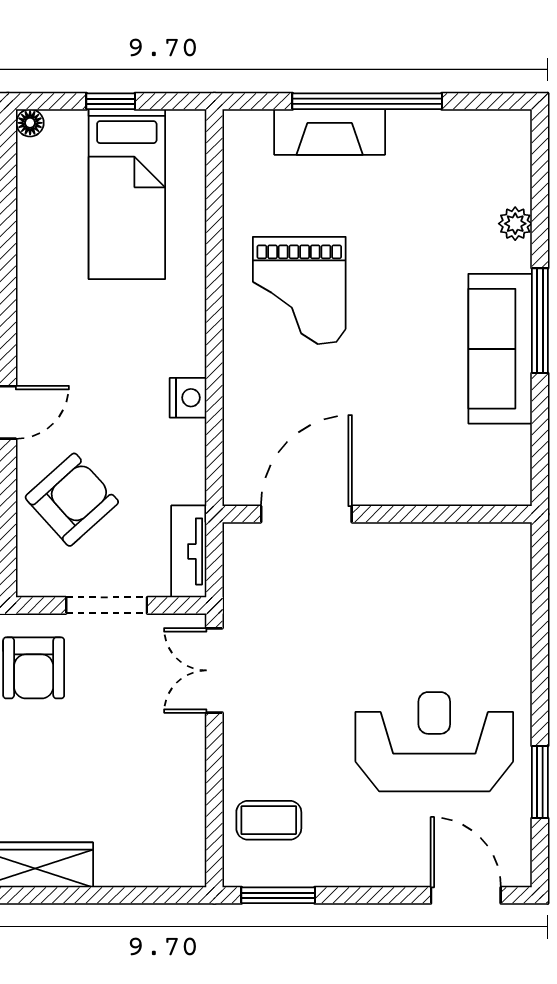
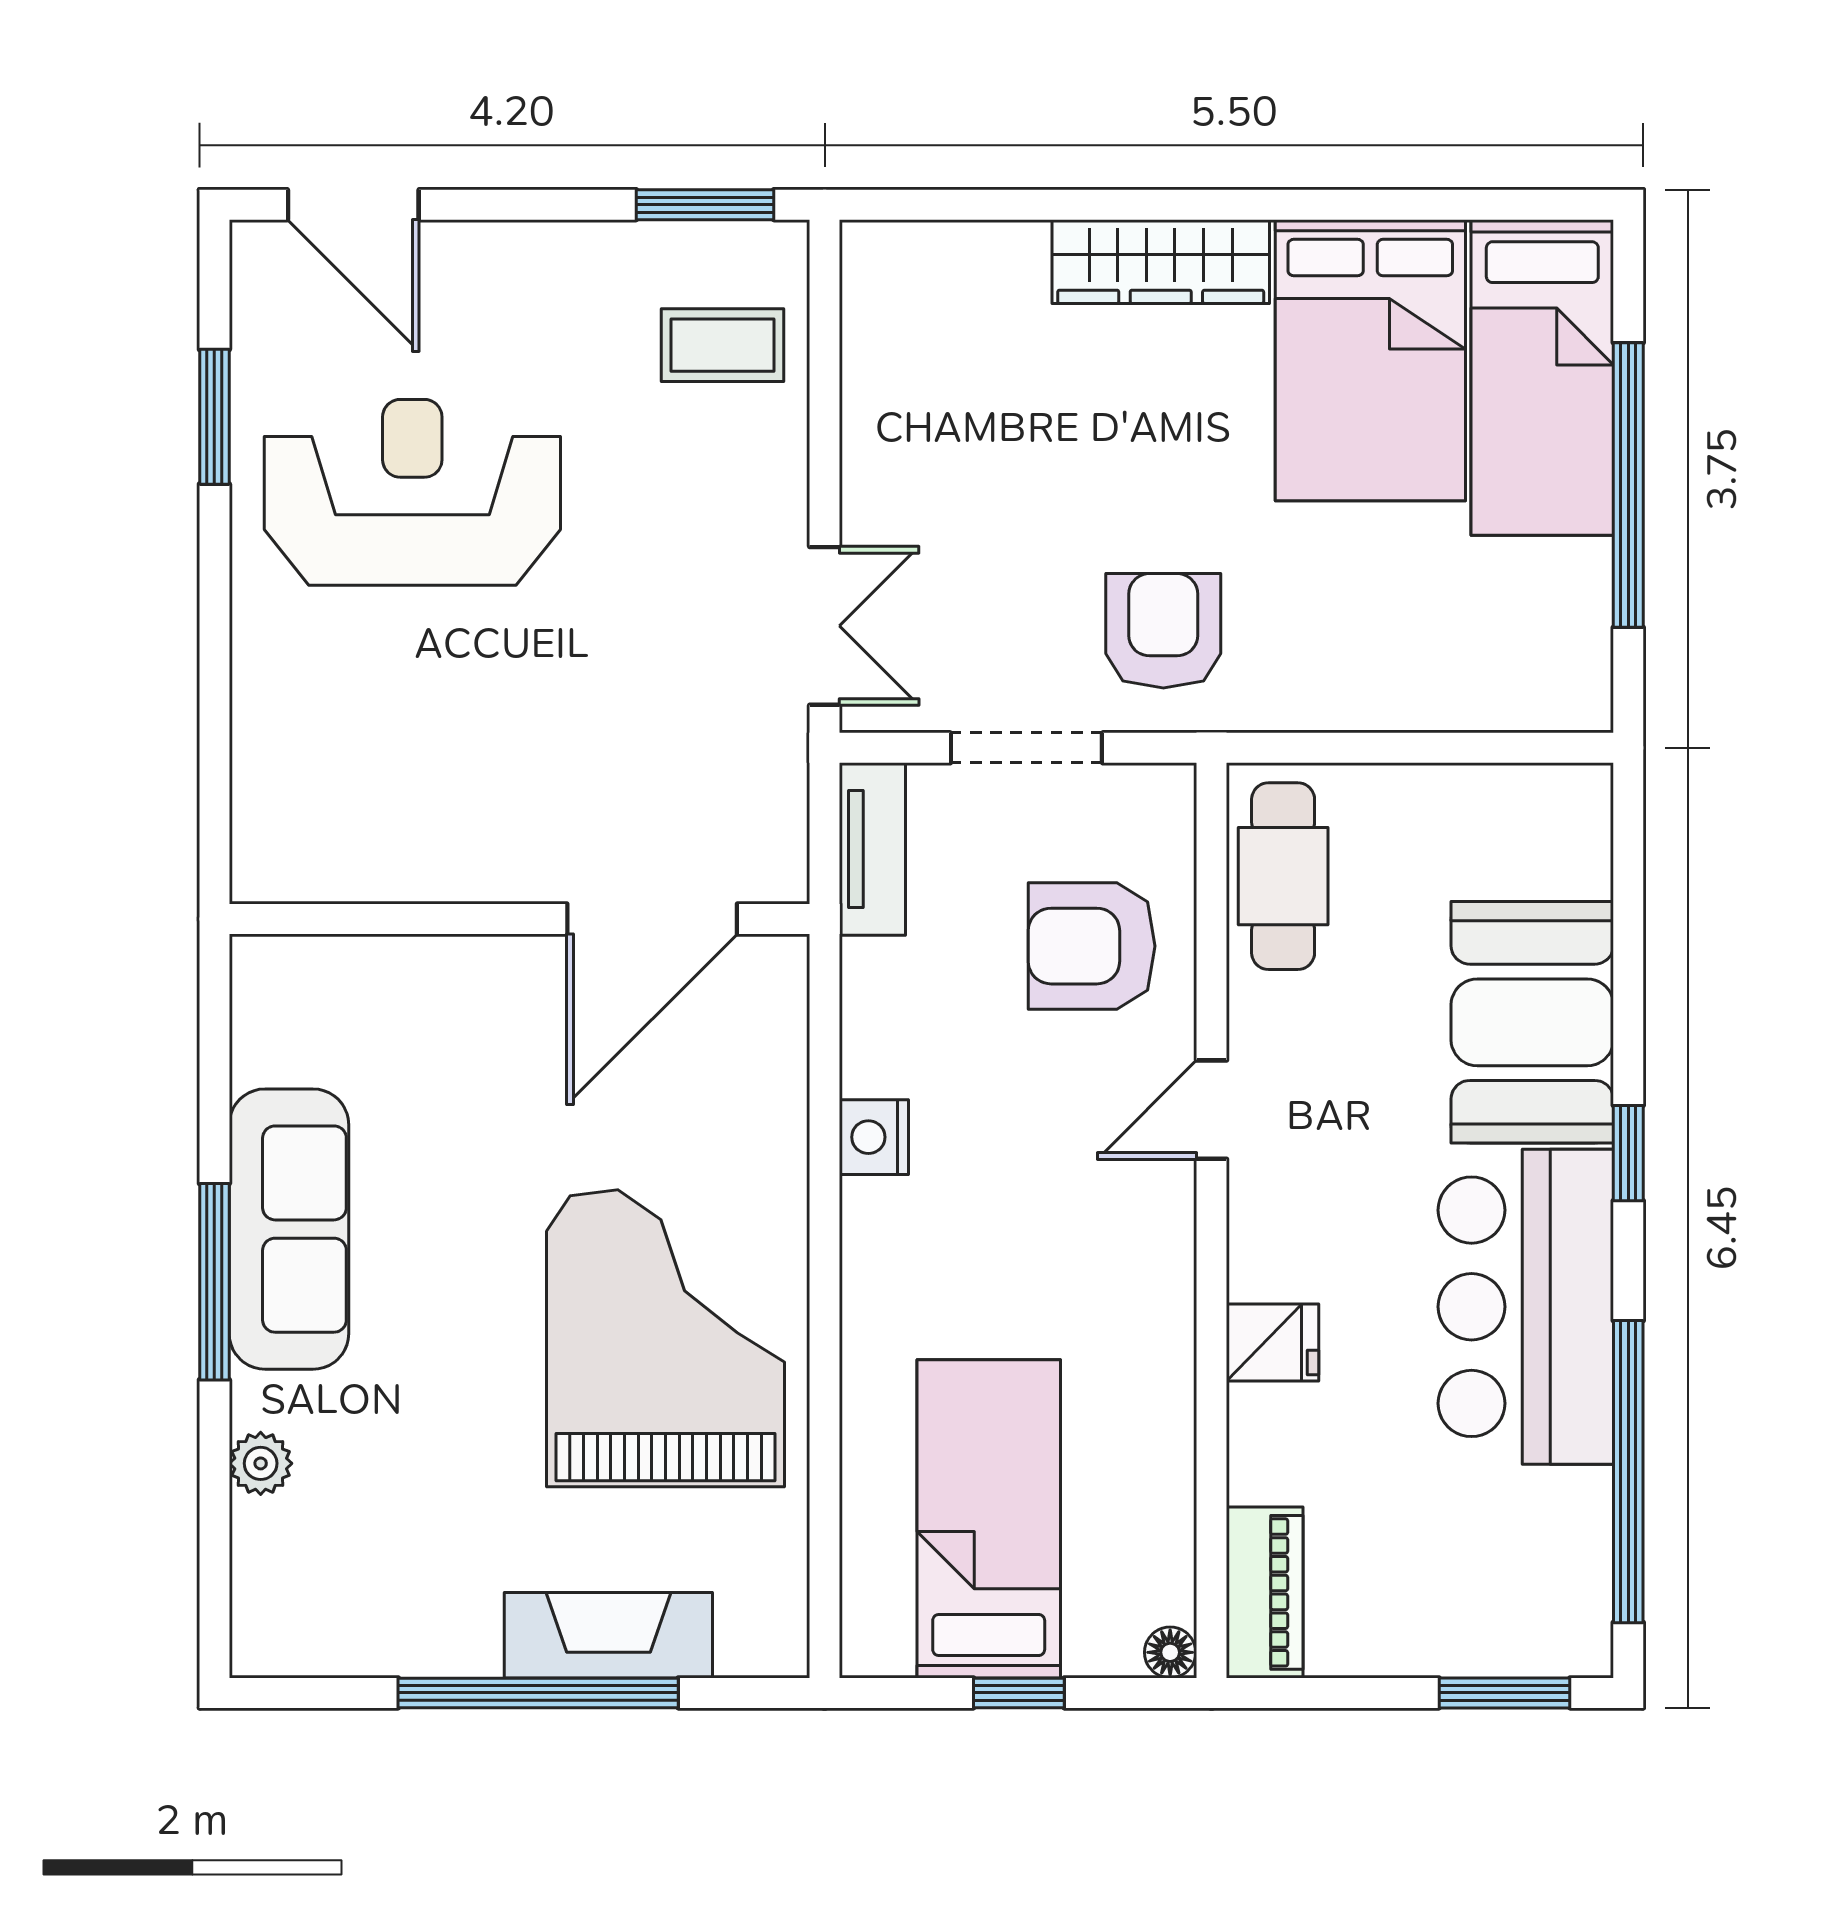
grand piano: (299, 290) -> (665, 1338), width x1.37, depth x1.48
armchair: (72, 500) -> (1092, 946), turned 42
reception desk: (434, 742) -> (412, 492), turned 180

